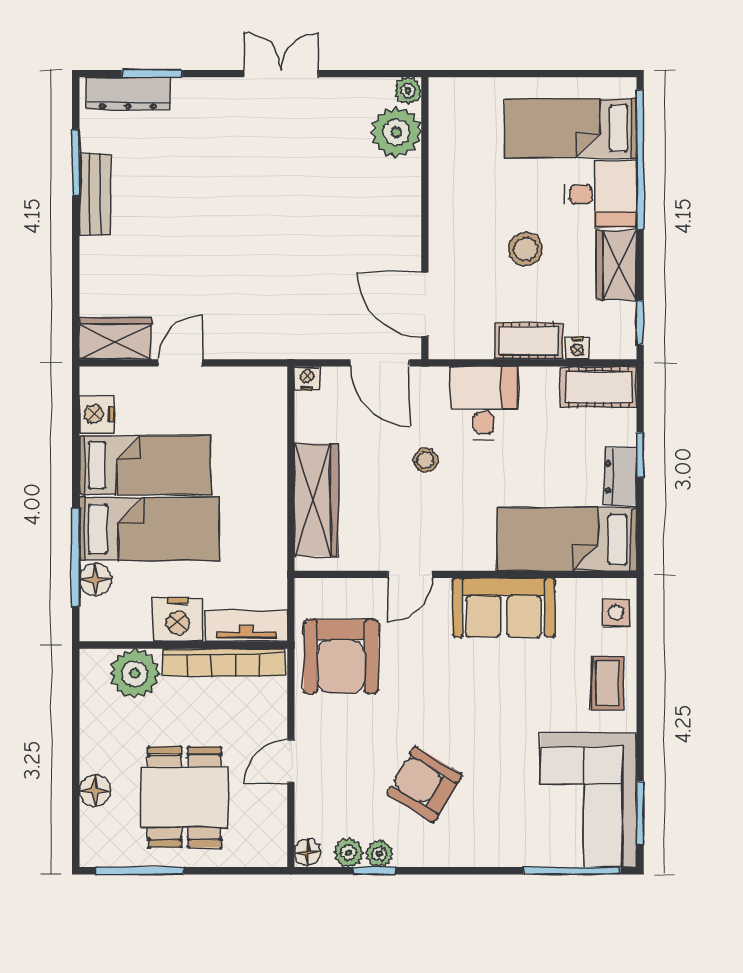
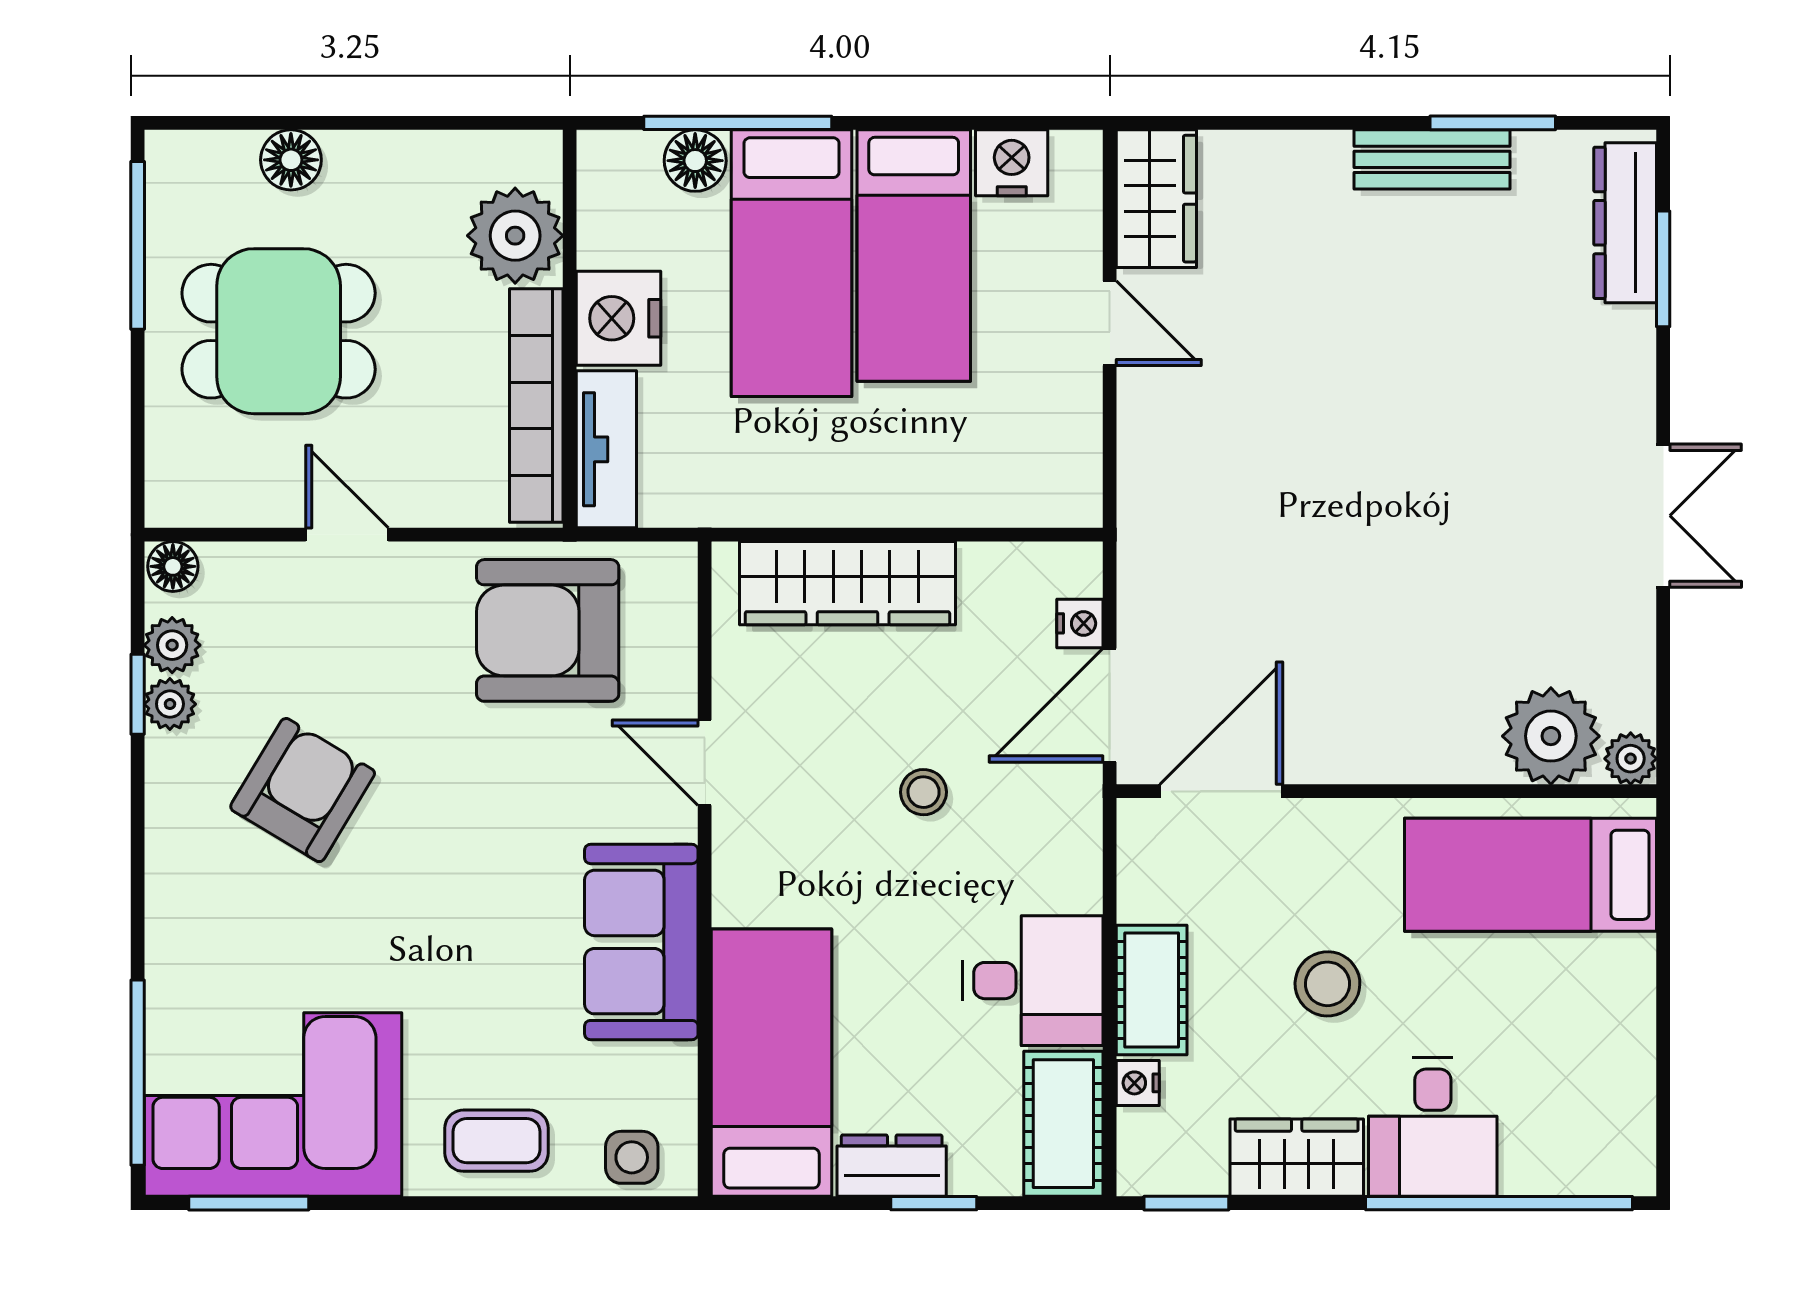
bed: (571, 128) -> (1531, 875), moved, turned -90
nightstand: (307, 378) -> (1080, 623), moved
desk: (484, 403) -> (1033, 981), moved

